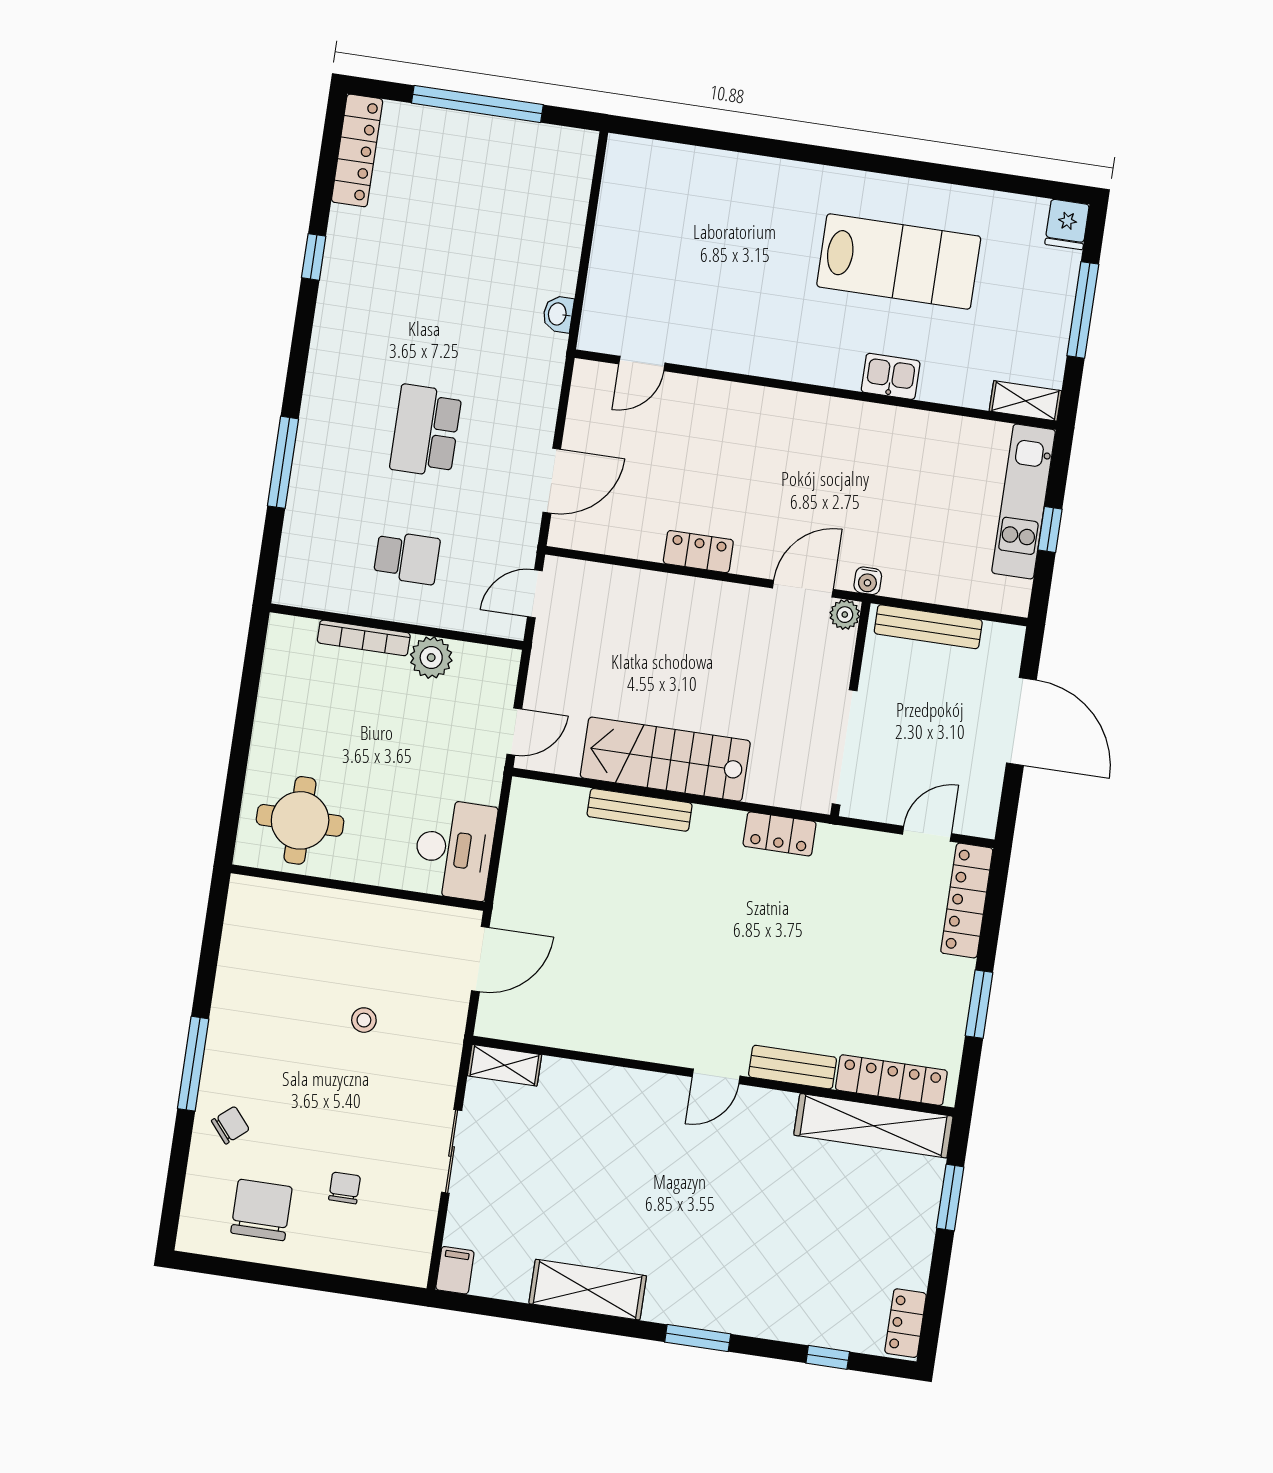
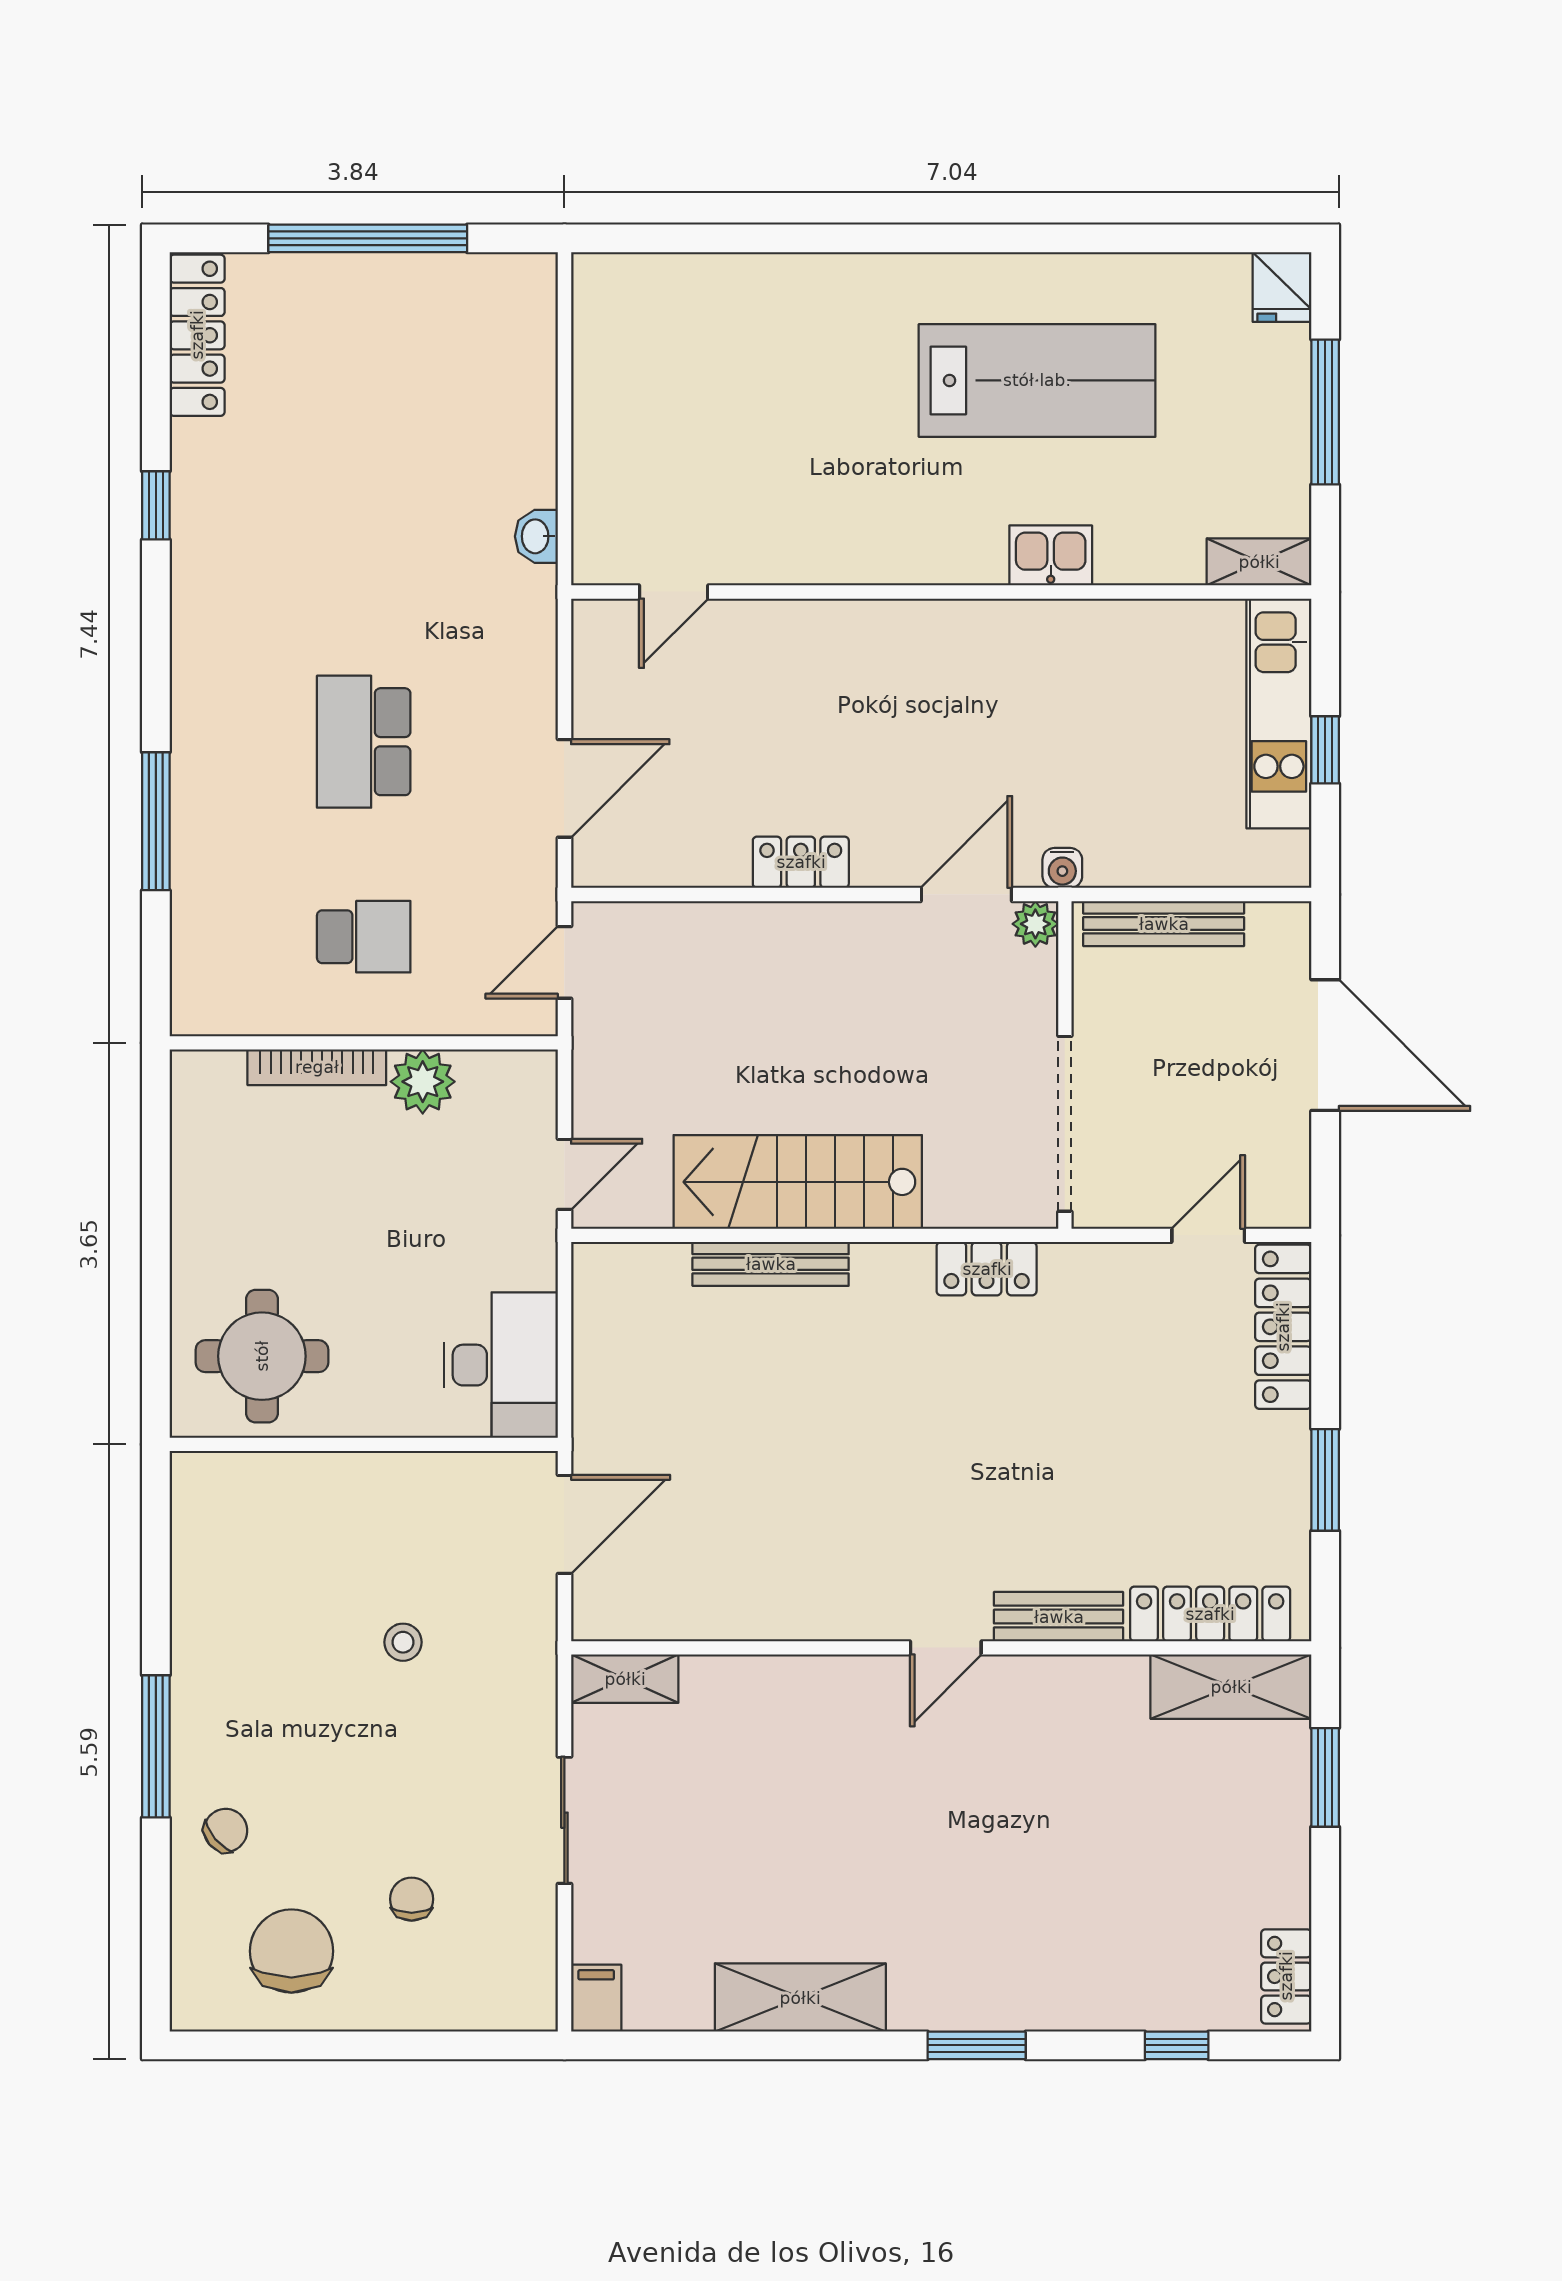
shelving: (873, 1126) -> (1231, 1687), width x0.68

